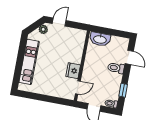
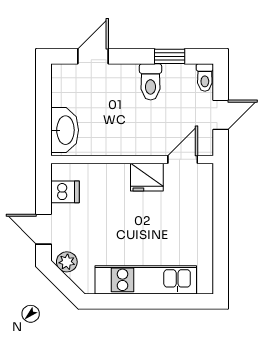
dishwasher: (73, 34) -> (65, 192), added
toilet: (116, 68) -> (151, 82), moved
door: (78, 87) -> (183, 159), hinge flipped

